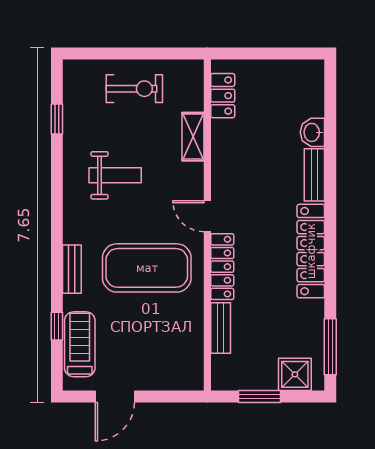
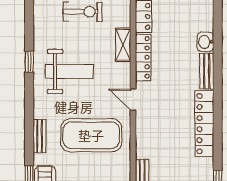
window: (57, 119) -> (29, 62), moved
weight bench: (115, 175) -> (69, 71), width x1.36, depth x1.33
locker: (222, 267) -> (143, 57), moved

